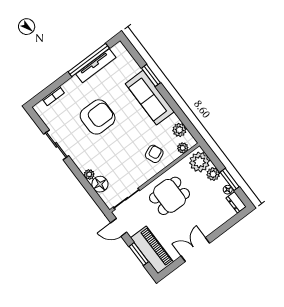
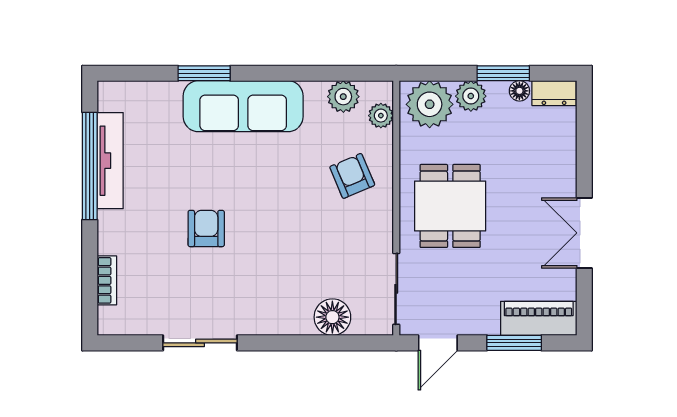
armchair: (98, 117) -> (206, 228), width x0.53, depth x0.53
plant: (89, 174) -> (300, 323), removed
piano: (152, 250) -> (539, 318), width x0.73, depth x0.75

